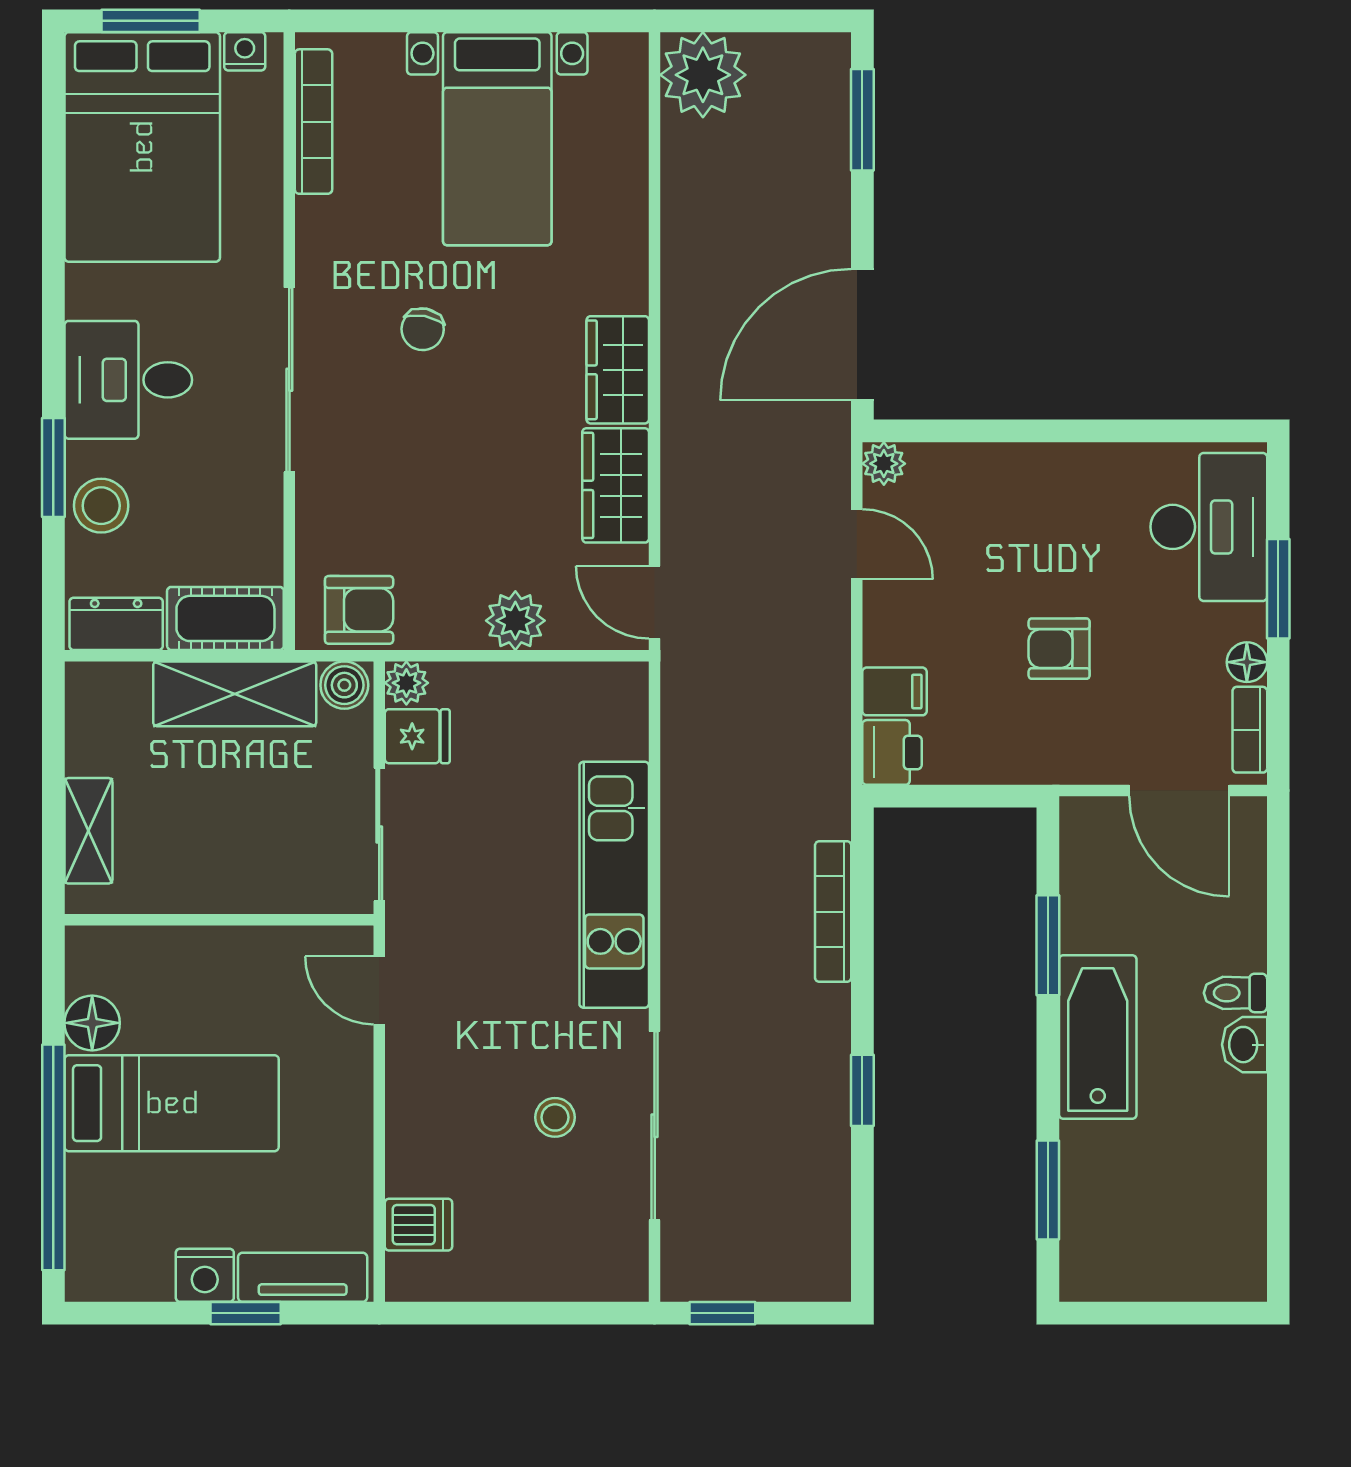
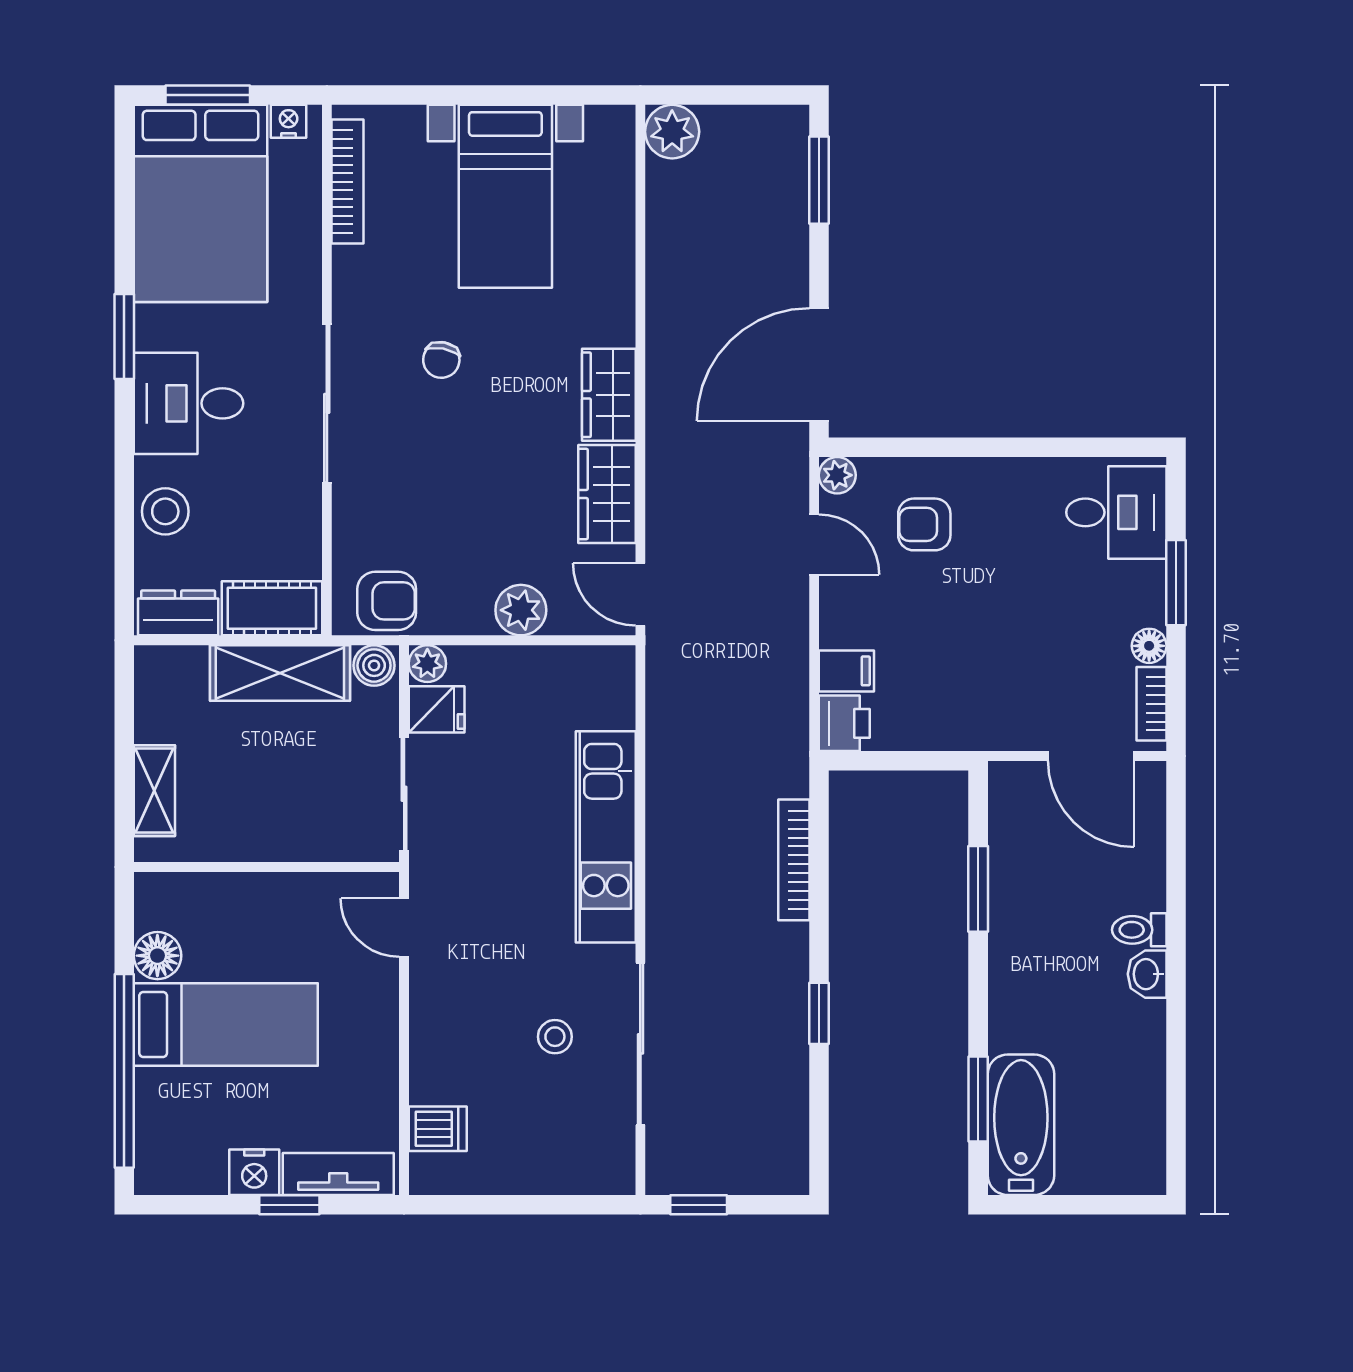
plant: (703, 75) -> (672, 132), width x0.73, depth x0.73
window: (53, 468) -> (124, 337), moved
desk: (1209, 527) -> (1116, 512), width x0.73
armchair: (1059, 649) -> (924, 524), moved
bathtub: (1098, 1037) -> (1021, 1125), moved

